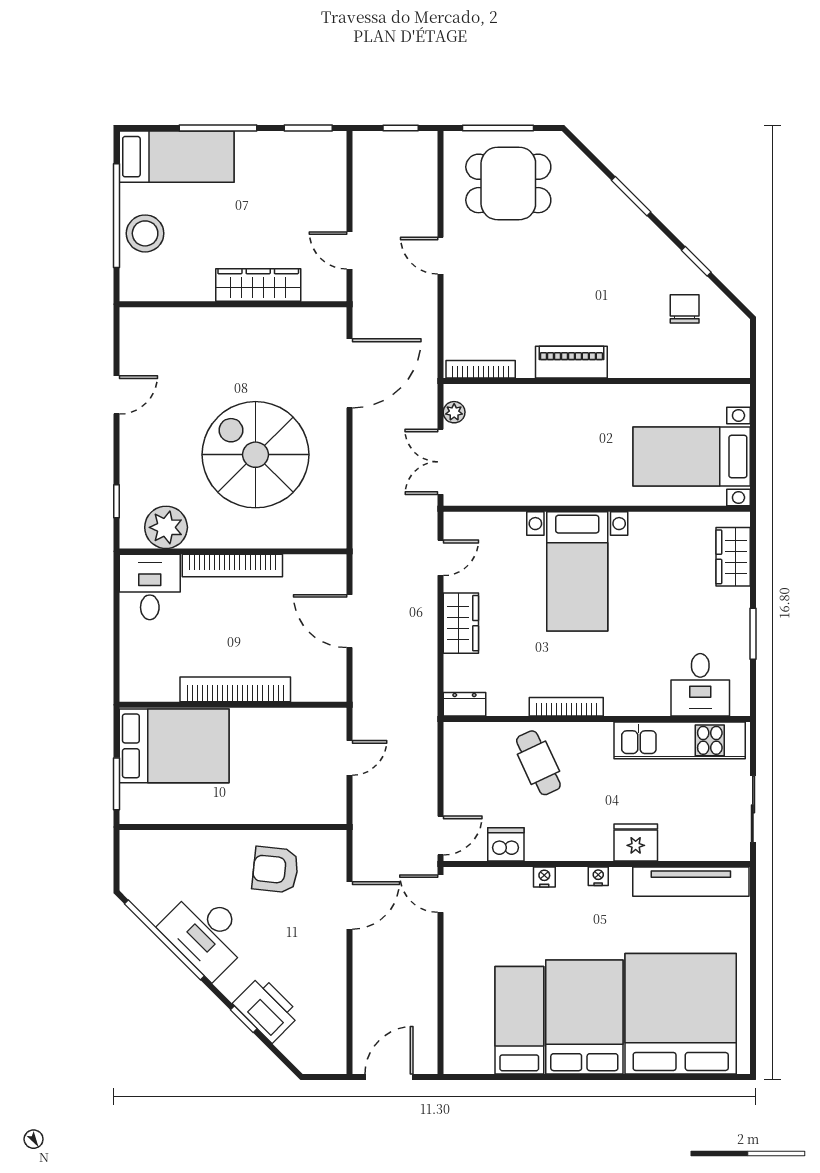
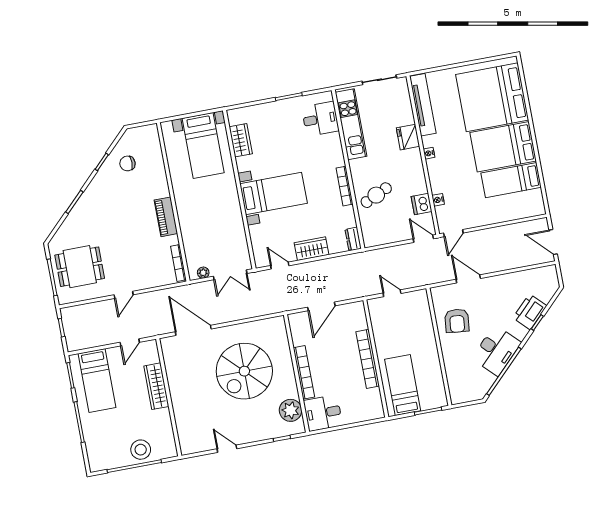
bed: (177, 157) -> (97, 381), moved, turned 180
dining table: (508, 183) -> (80, 267), turned 90
wardrobe: (733, 557) -> (241, 140), moved, turned -90
bed: (174, 746) -> (403, 385), width x0.67
nightstand: (544, 877) -> (438, 200), moved

